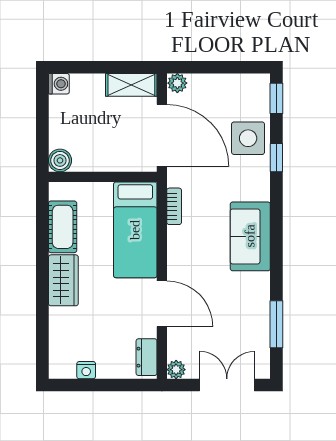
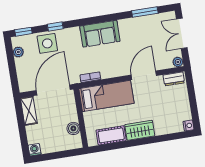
plant: (177, 83) -> (18, 52), moved
boiler: (60, 160) -> (73, 128), moved
nightstand: (86, 370) -> (188, 125), moved

